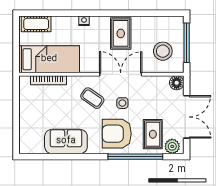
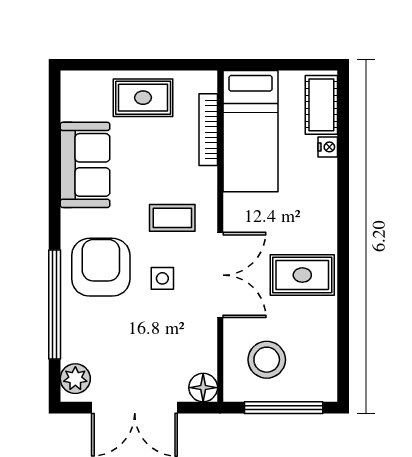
nightstand: (84, 21) -> (328, 147), moved
coffee table: (92, 98) -> (172, 218), turned 55
rug: (153, 134) -> (143, 98), moved

